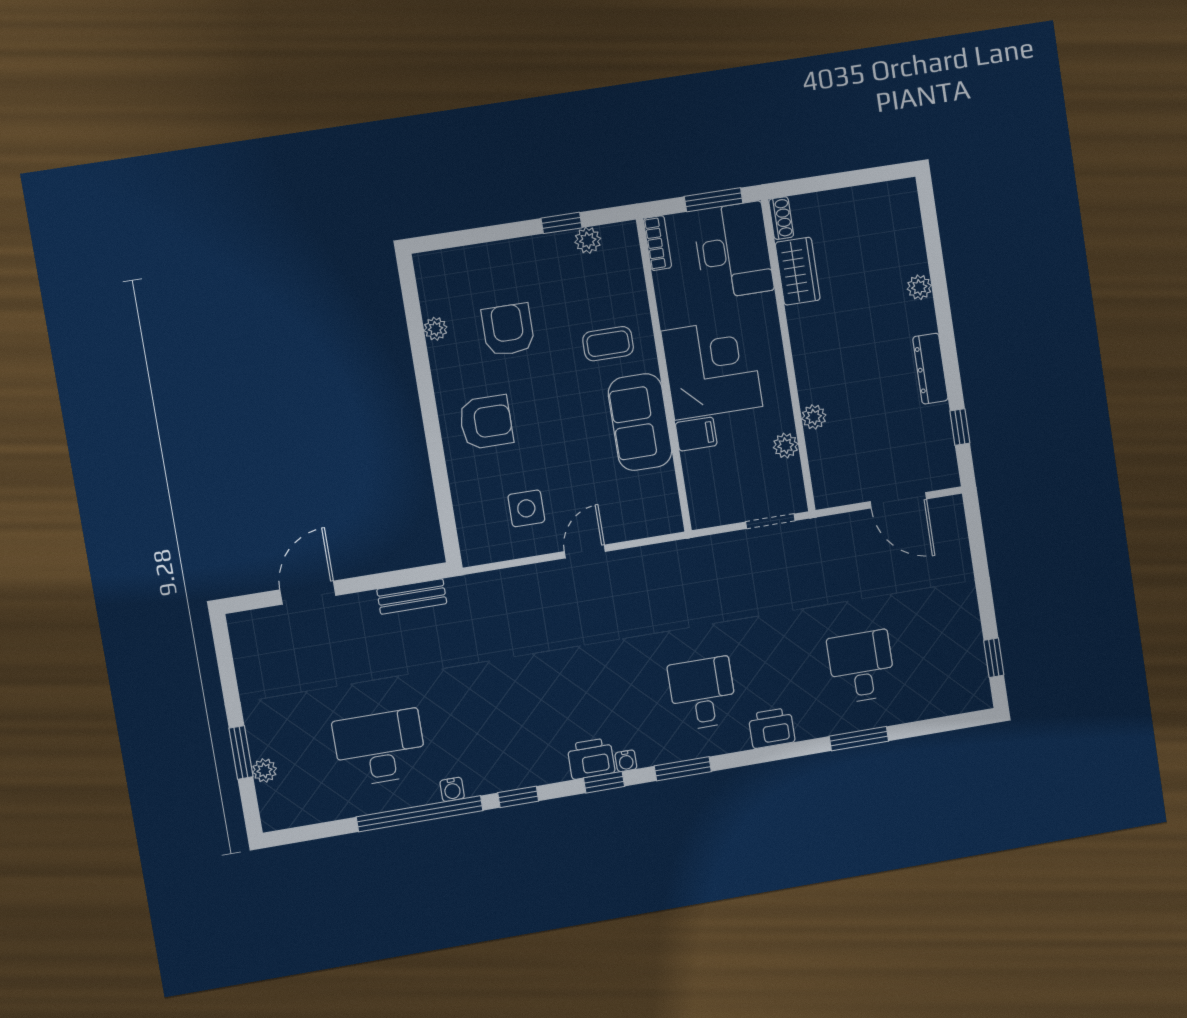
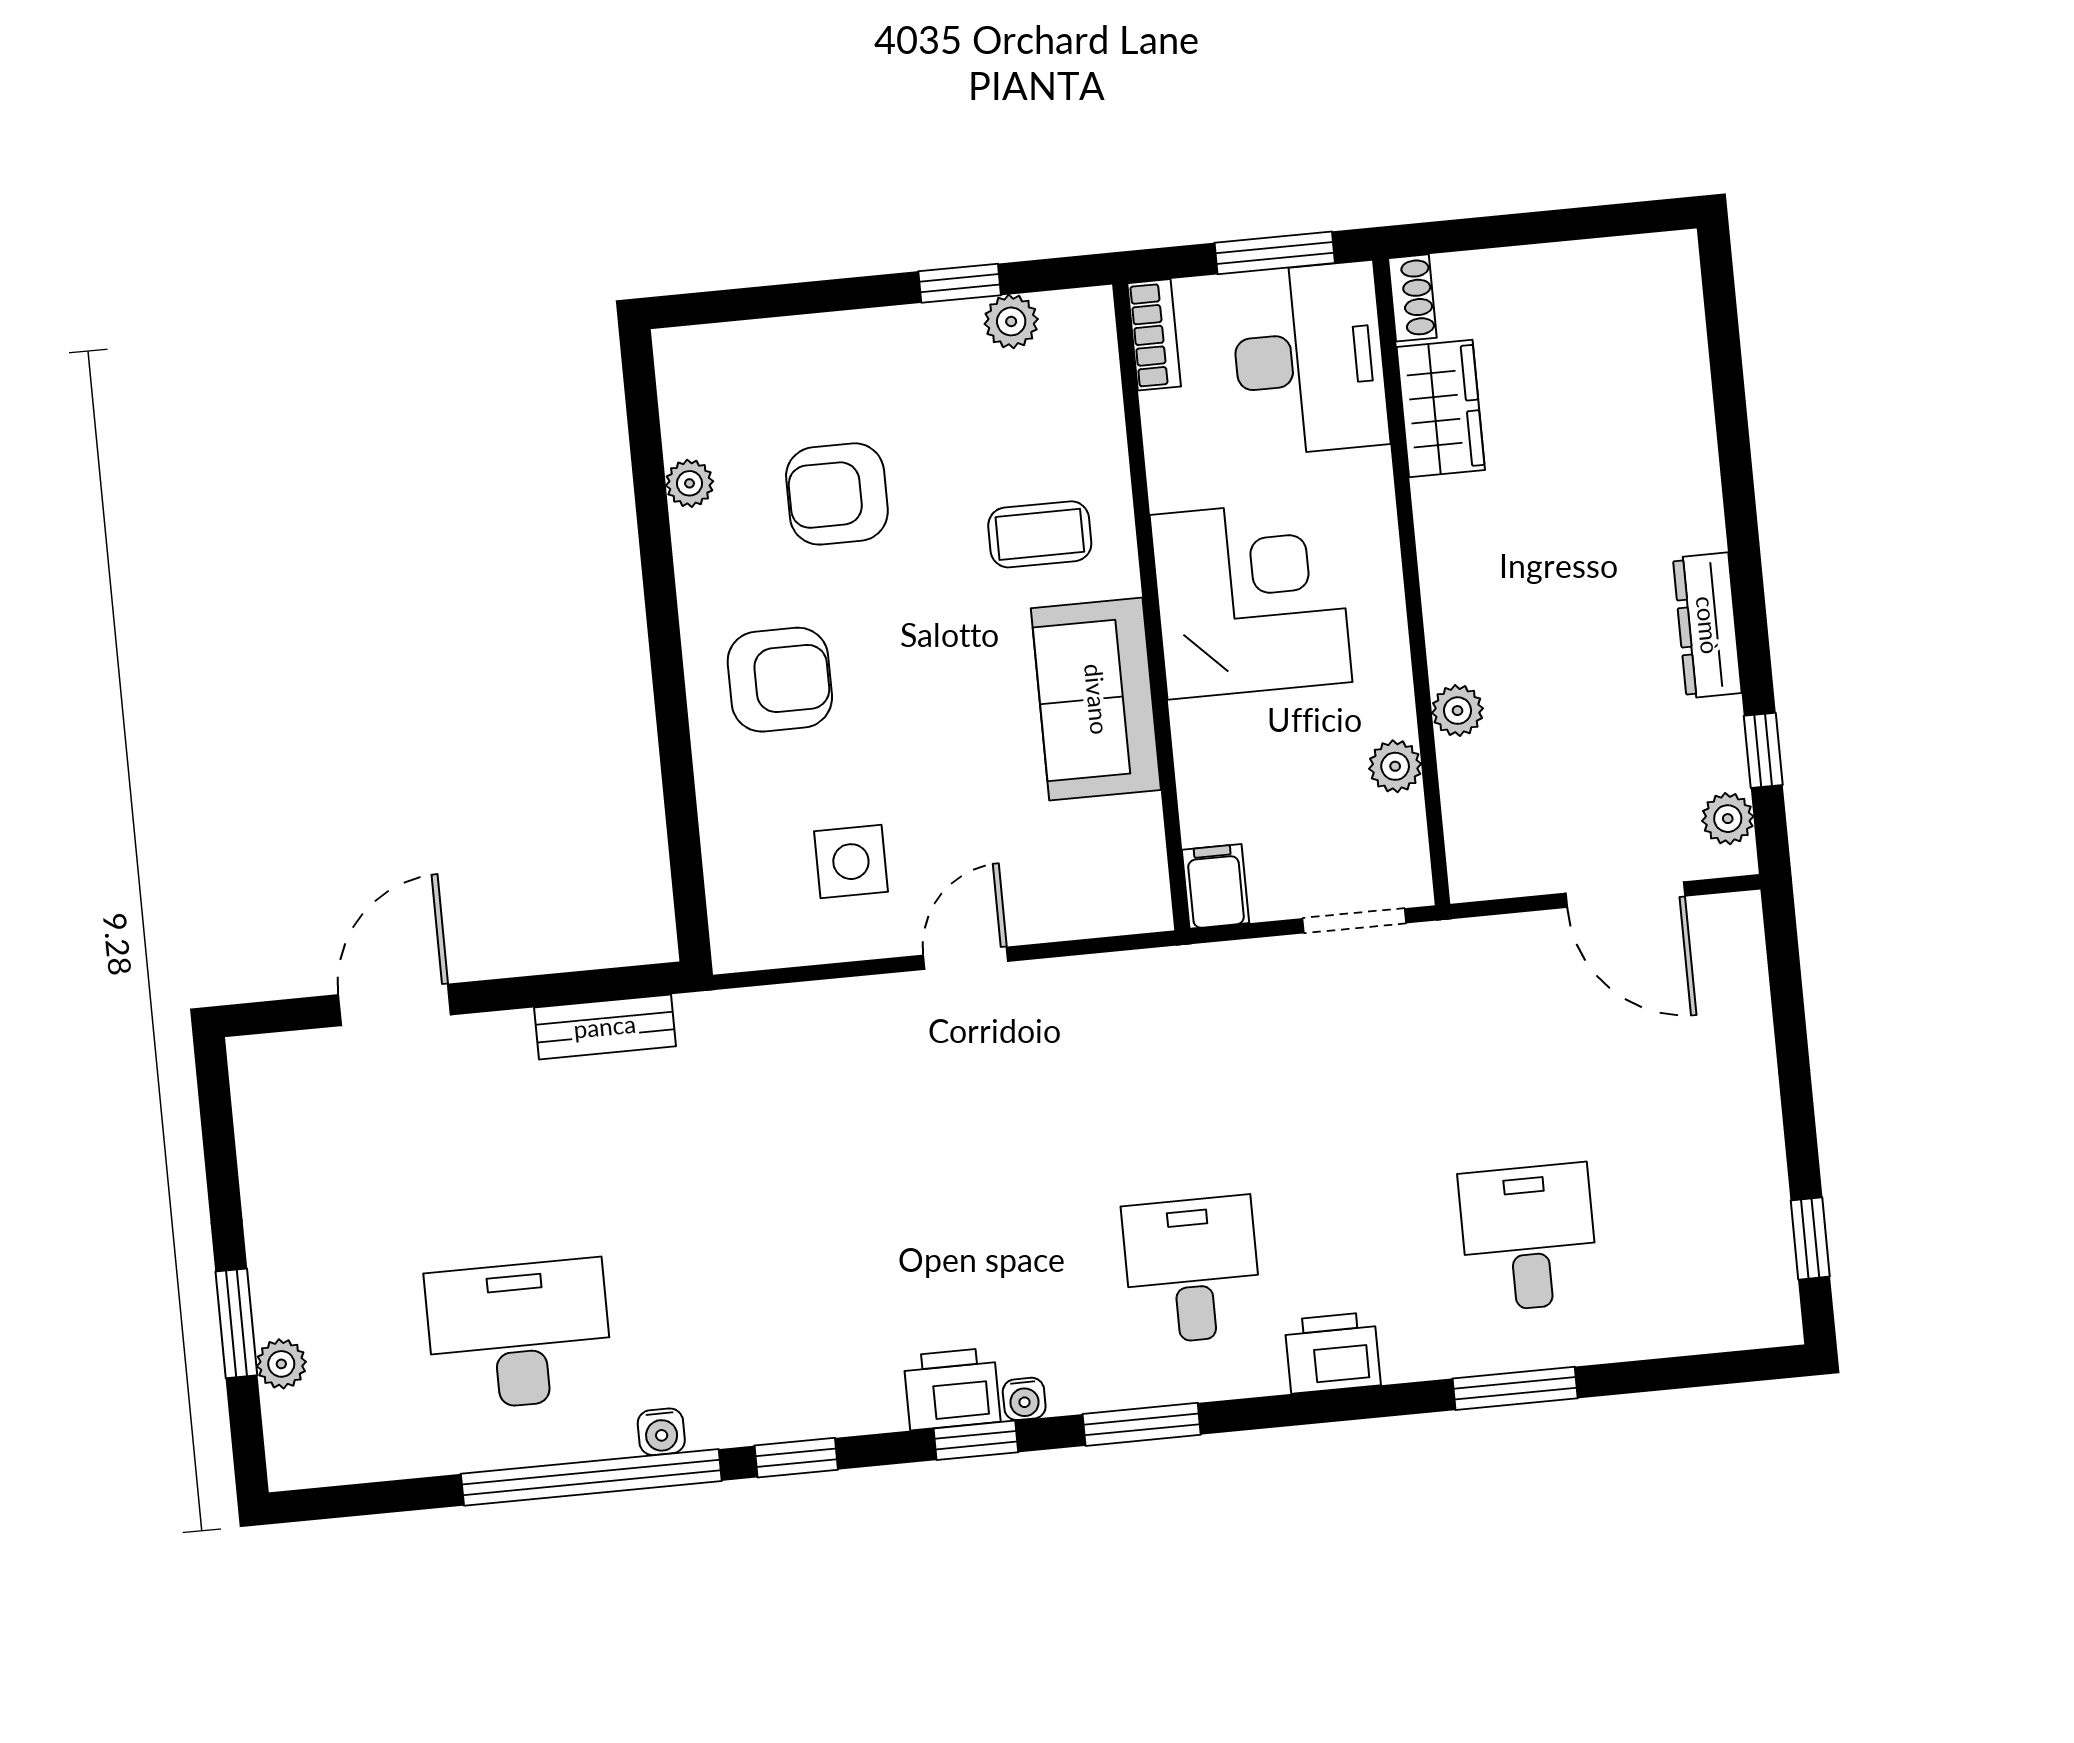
plant: (919, 287) -> (1728, 819), moved
armchair: (508, 330) -> (837, 494), turned -90
filing cabinet: (696, 434) -> (1216, 886), moved, turned -90

